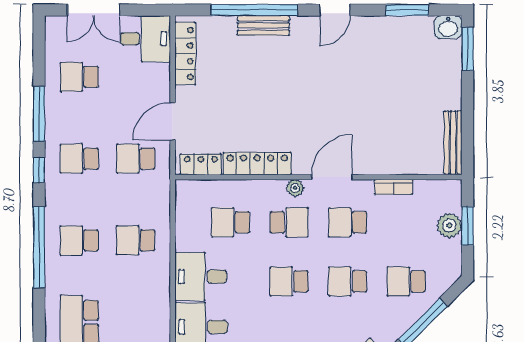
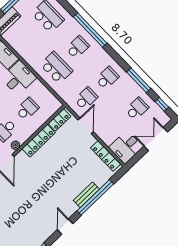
window: (39, 170) -> (162, 104), moved
school desk: (136, 240) -> (56, 68), width x1.85

